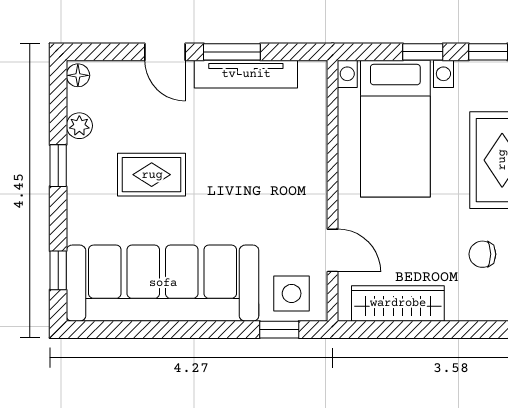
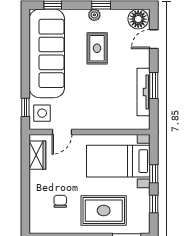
door: (165, 52) -> (154, 39), moved
floor lamp: (78, 75) -> (138, 19), width x1.89, depth x1.89
plant: (79, 126) -> (94, 15), moved
wardrobe: (398, 303) -> (37, 155), width x0.67

